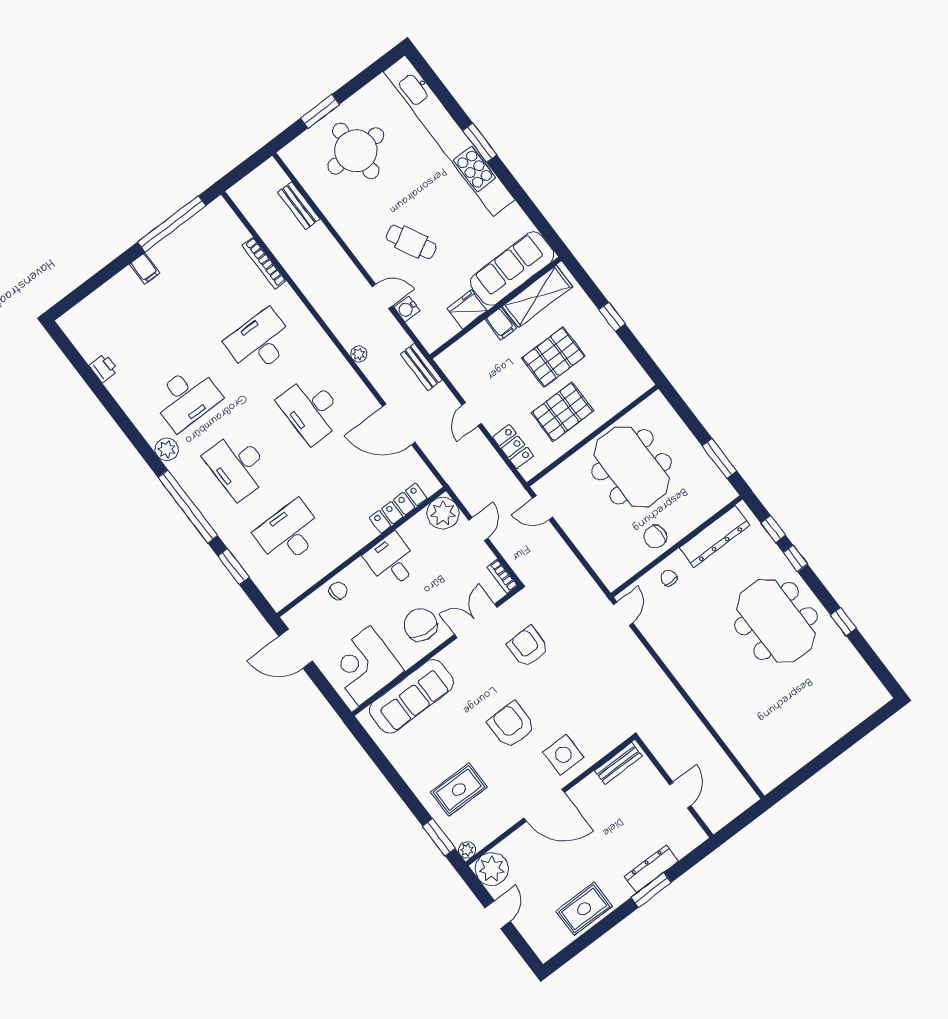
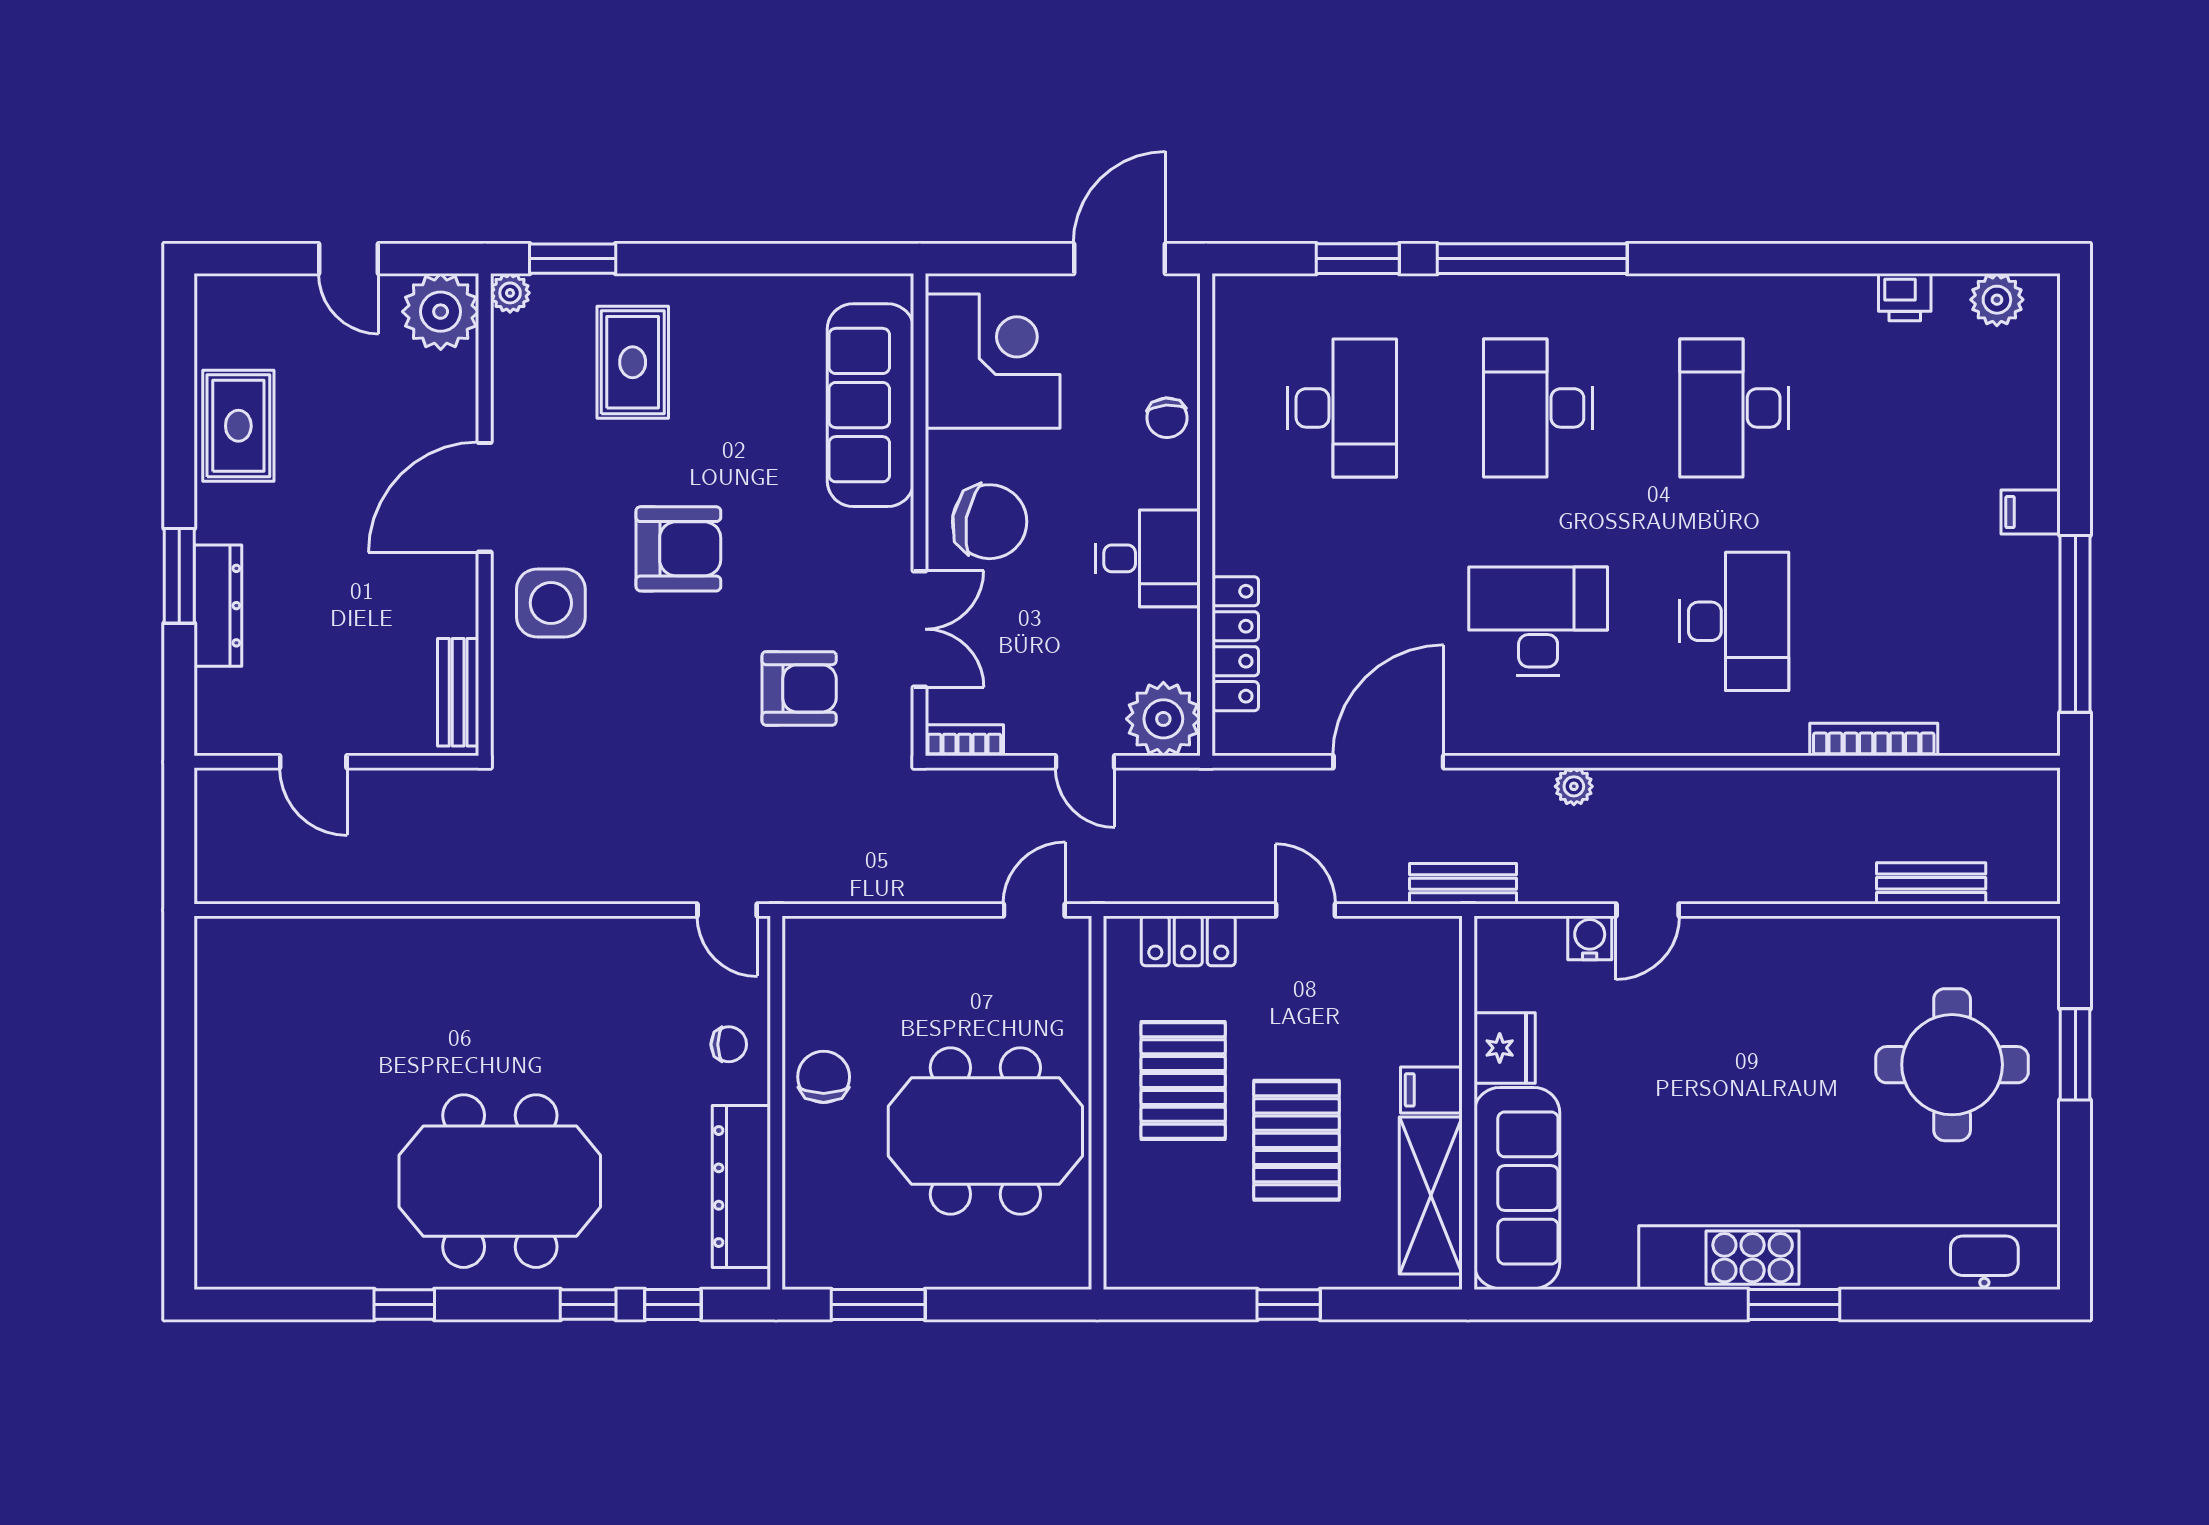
cafe table: (411, 242) -> (1707, 1039), removed
plant: (167, 449) -> (1997, 300), moved
desk: (238, 465) -> (1538, 408), turned -90

